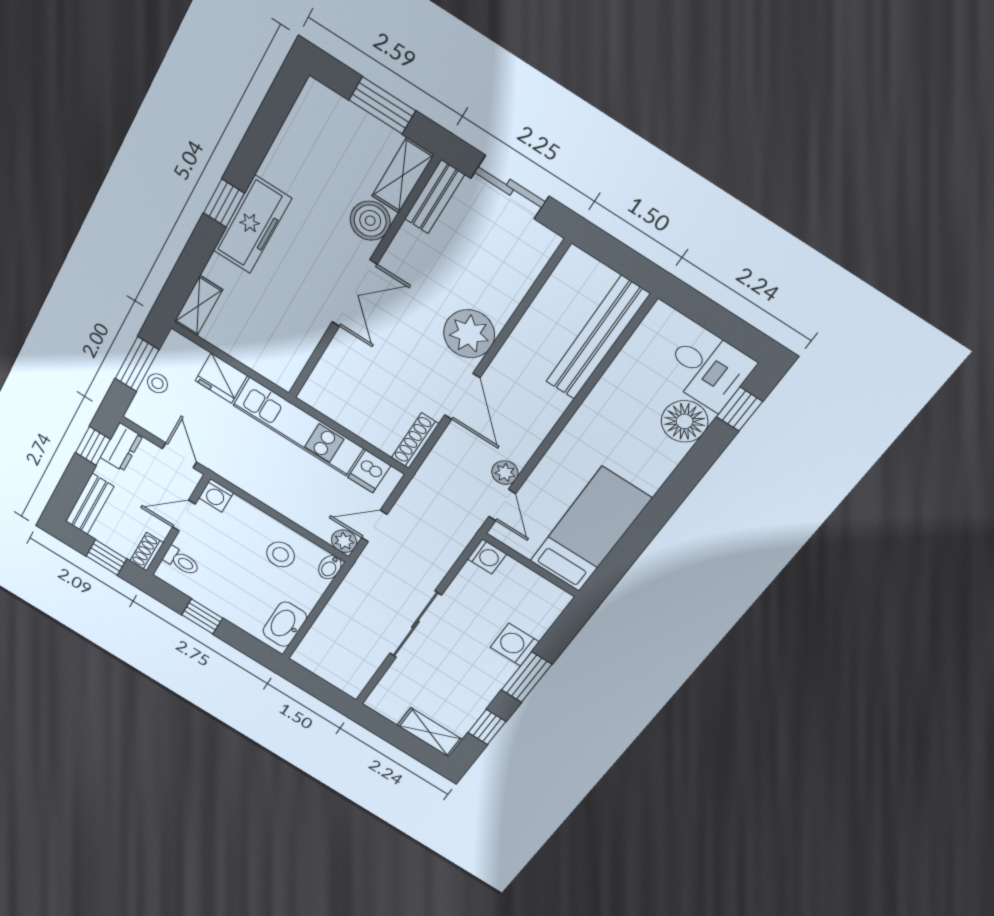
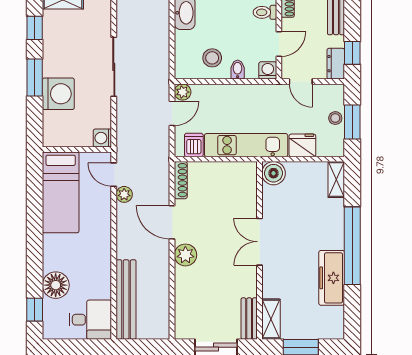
window: (224, 203) -> (352, 246), width x3.17
boiler: (370, 221) -> (273, 173), moved
freezer: (252, 225) -> (332, 278), moved
plant: (469, 334) -> (185, 255), width x0.73, depth x0.73
desk: (708, 369) -> (90, 320), moved, turned 180
bidet: (330, 567) -> (238, 70), moved
washing machine: (515, 645) -> (58, 94), width x1.37, depth x1.37

